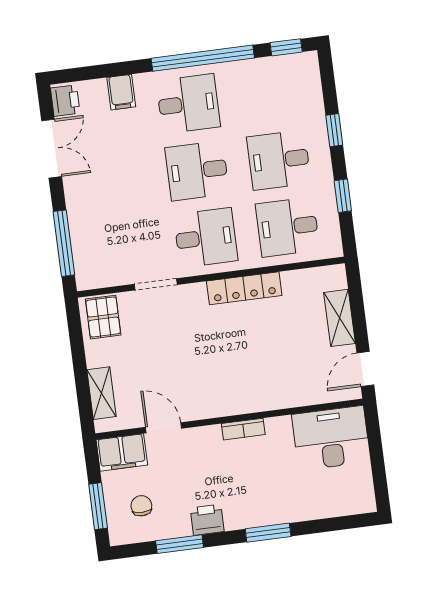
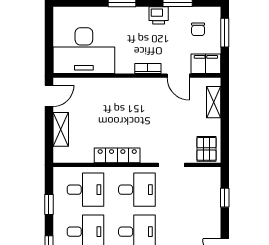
desk: (206, 238) -> (137, 190), turned 180
window: (64, 243) -> (225, 198), width x0.46
bookcase: (243, 429) -> (148, 68), moved
desk: (331, 438) -> (84, 51), width x1.36, depth x1.30

